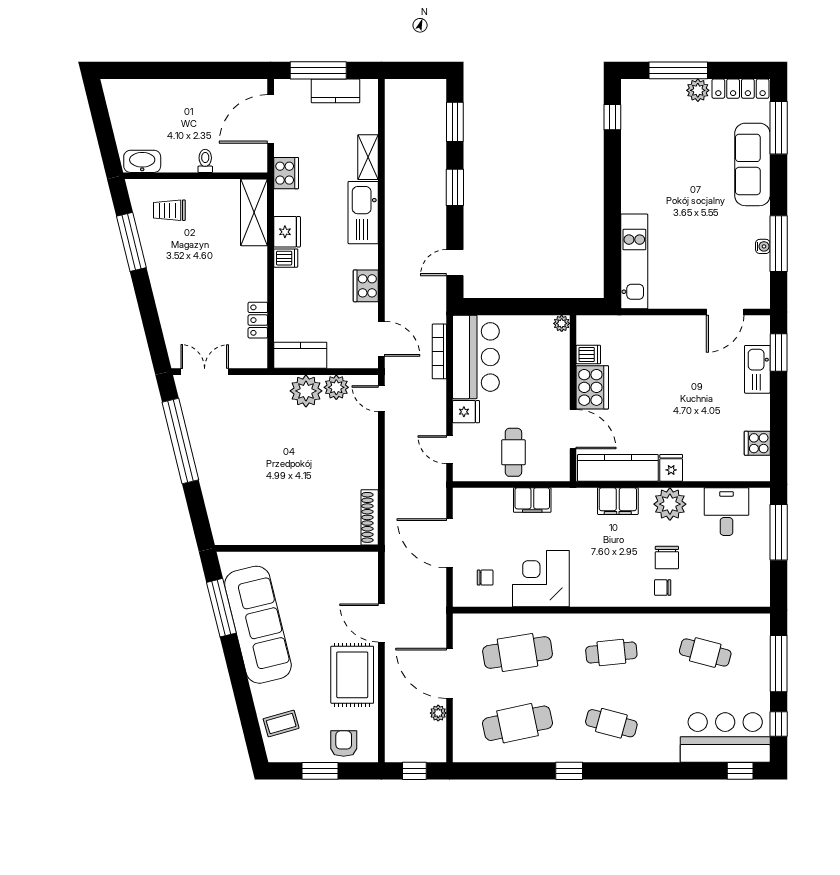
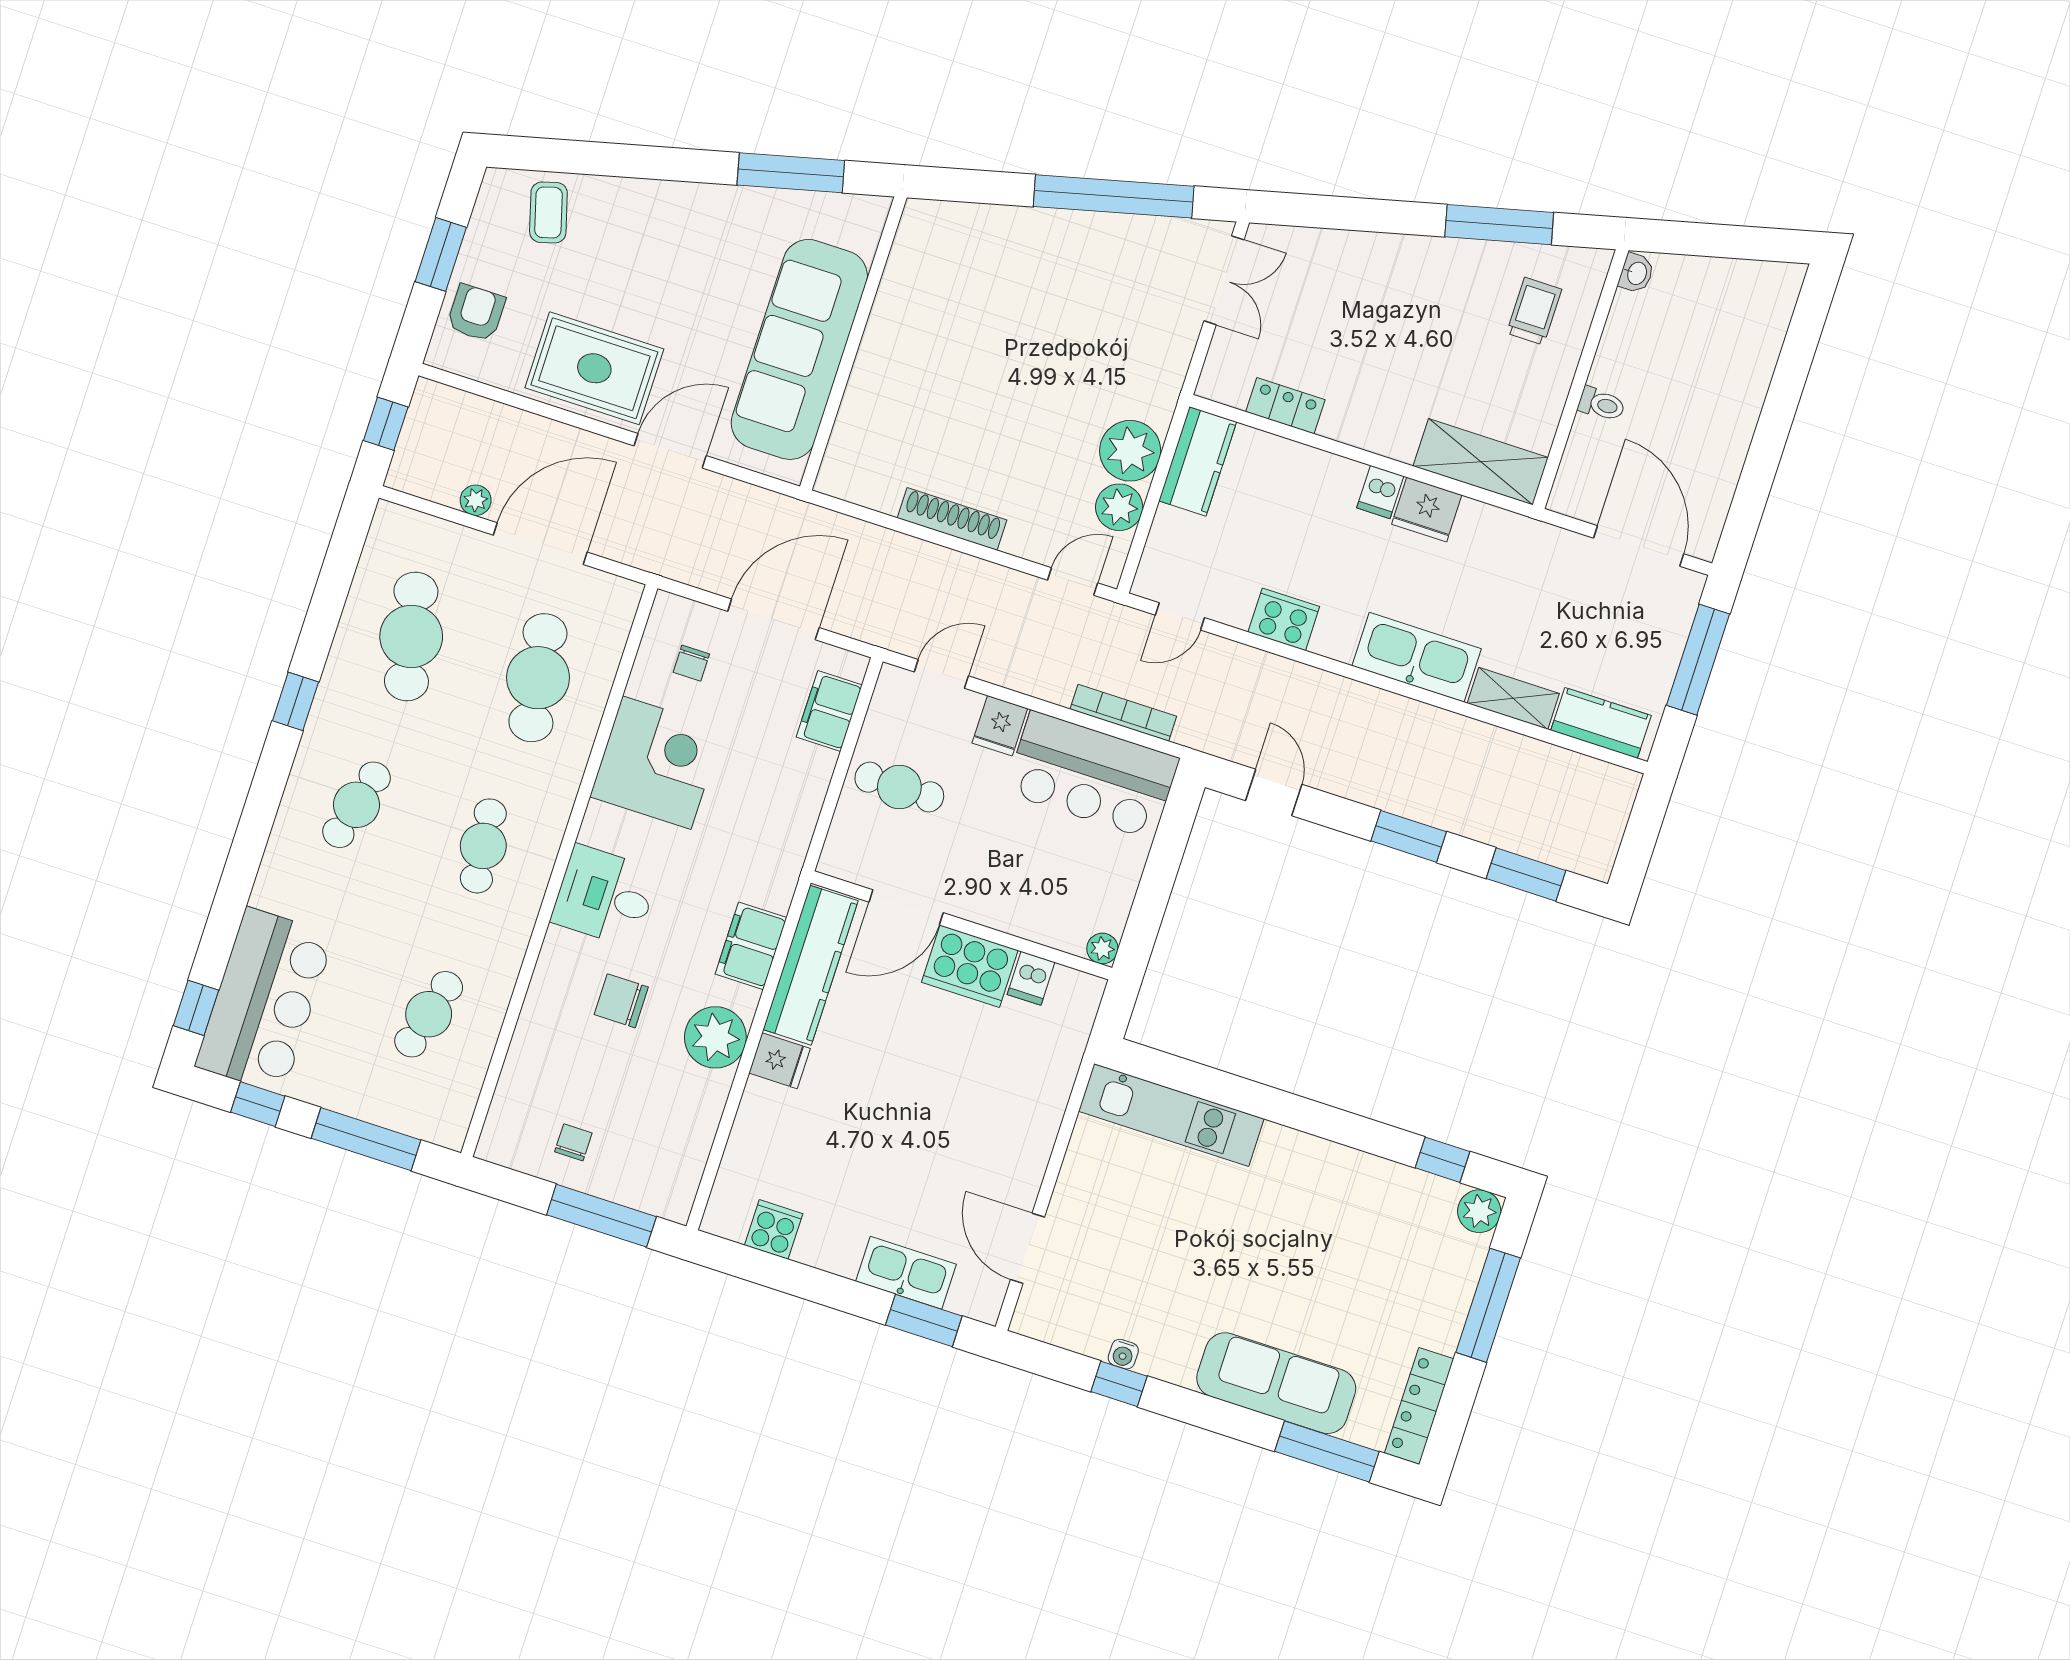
plant: (698, 90) -> (1479, 1211), moved
kitchen counter: (336, 91) -> (1601, 723), moved, turned 90
washbasin: (142, 161) -> (1636, 273), width x0.52, depth x0.69
cooker: (286, 173) -> (1532, 542), removed
window: (779, 244) -> (1119, 1384), width x0.46
door: (381, 339) -> (1180, 616), width x0.73
filing cabinet: (532, 500) -> (829, 711), moved
desk: (726, 512) -> (605, 896), moved, turned 180
shoe rack: (370, 517) -> (952, 519), moved
chair: (663, 588) -> (573, 1142), moved
sofa: (258, 625) -> (799, 349), moved, turned 104
armchair: (344, 744) -> (476, 313), turned -90

